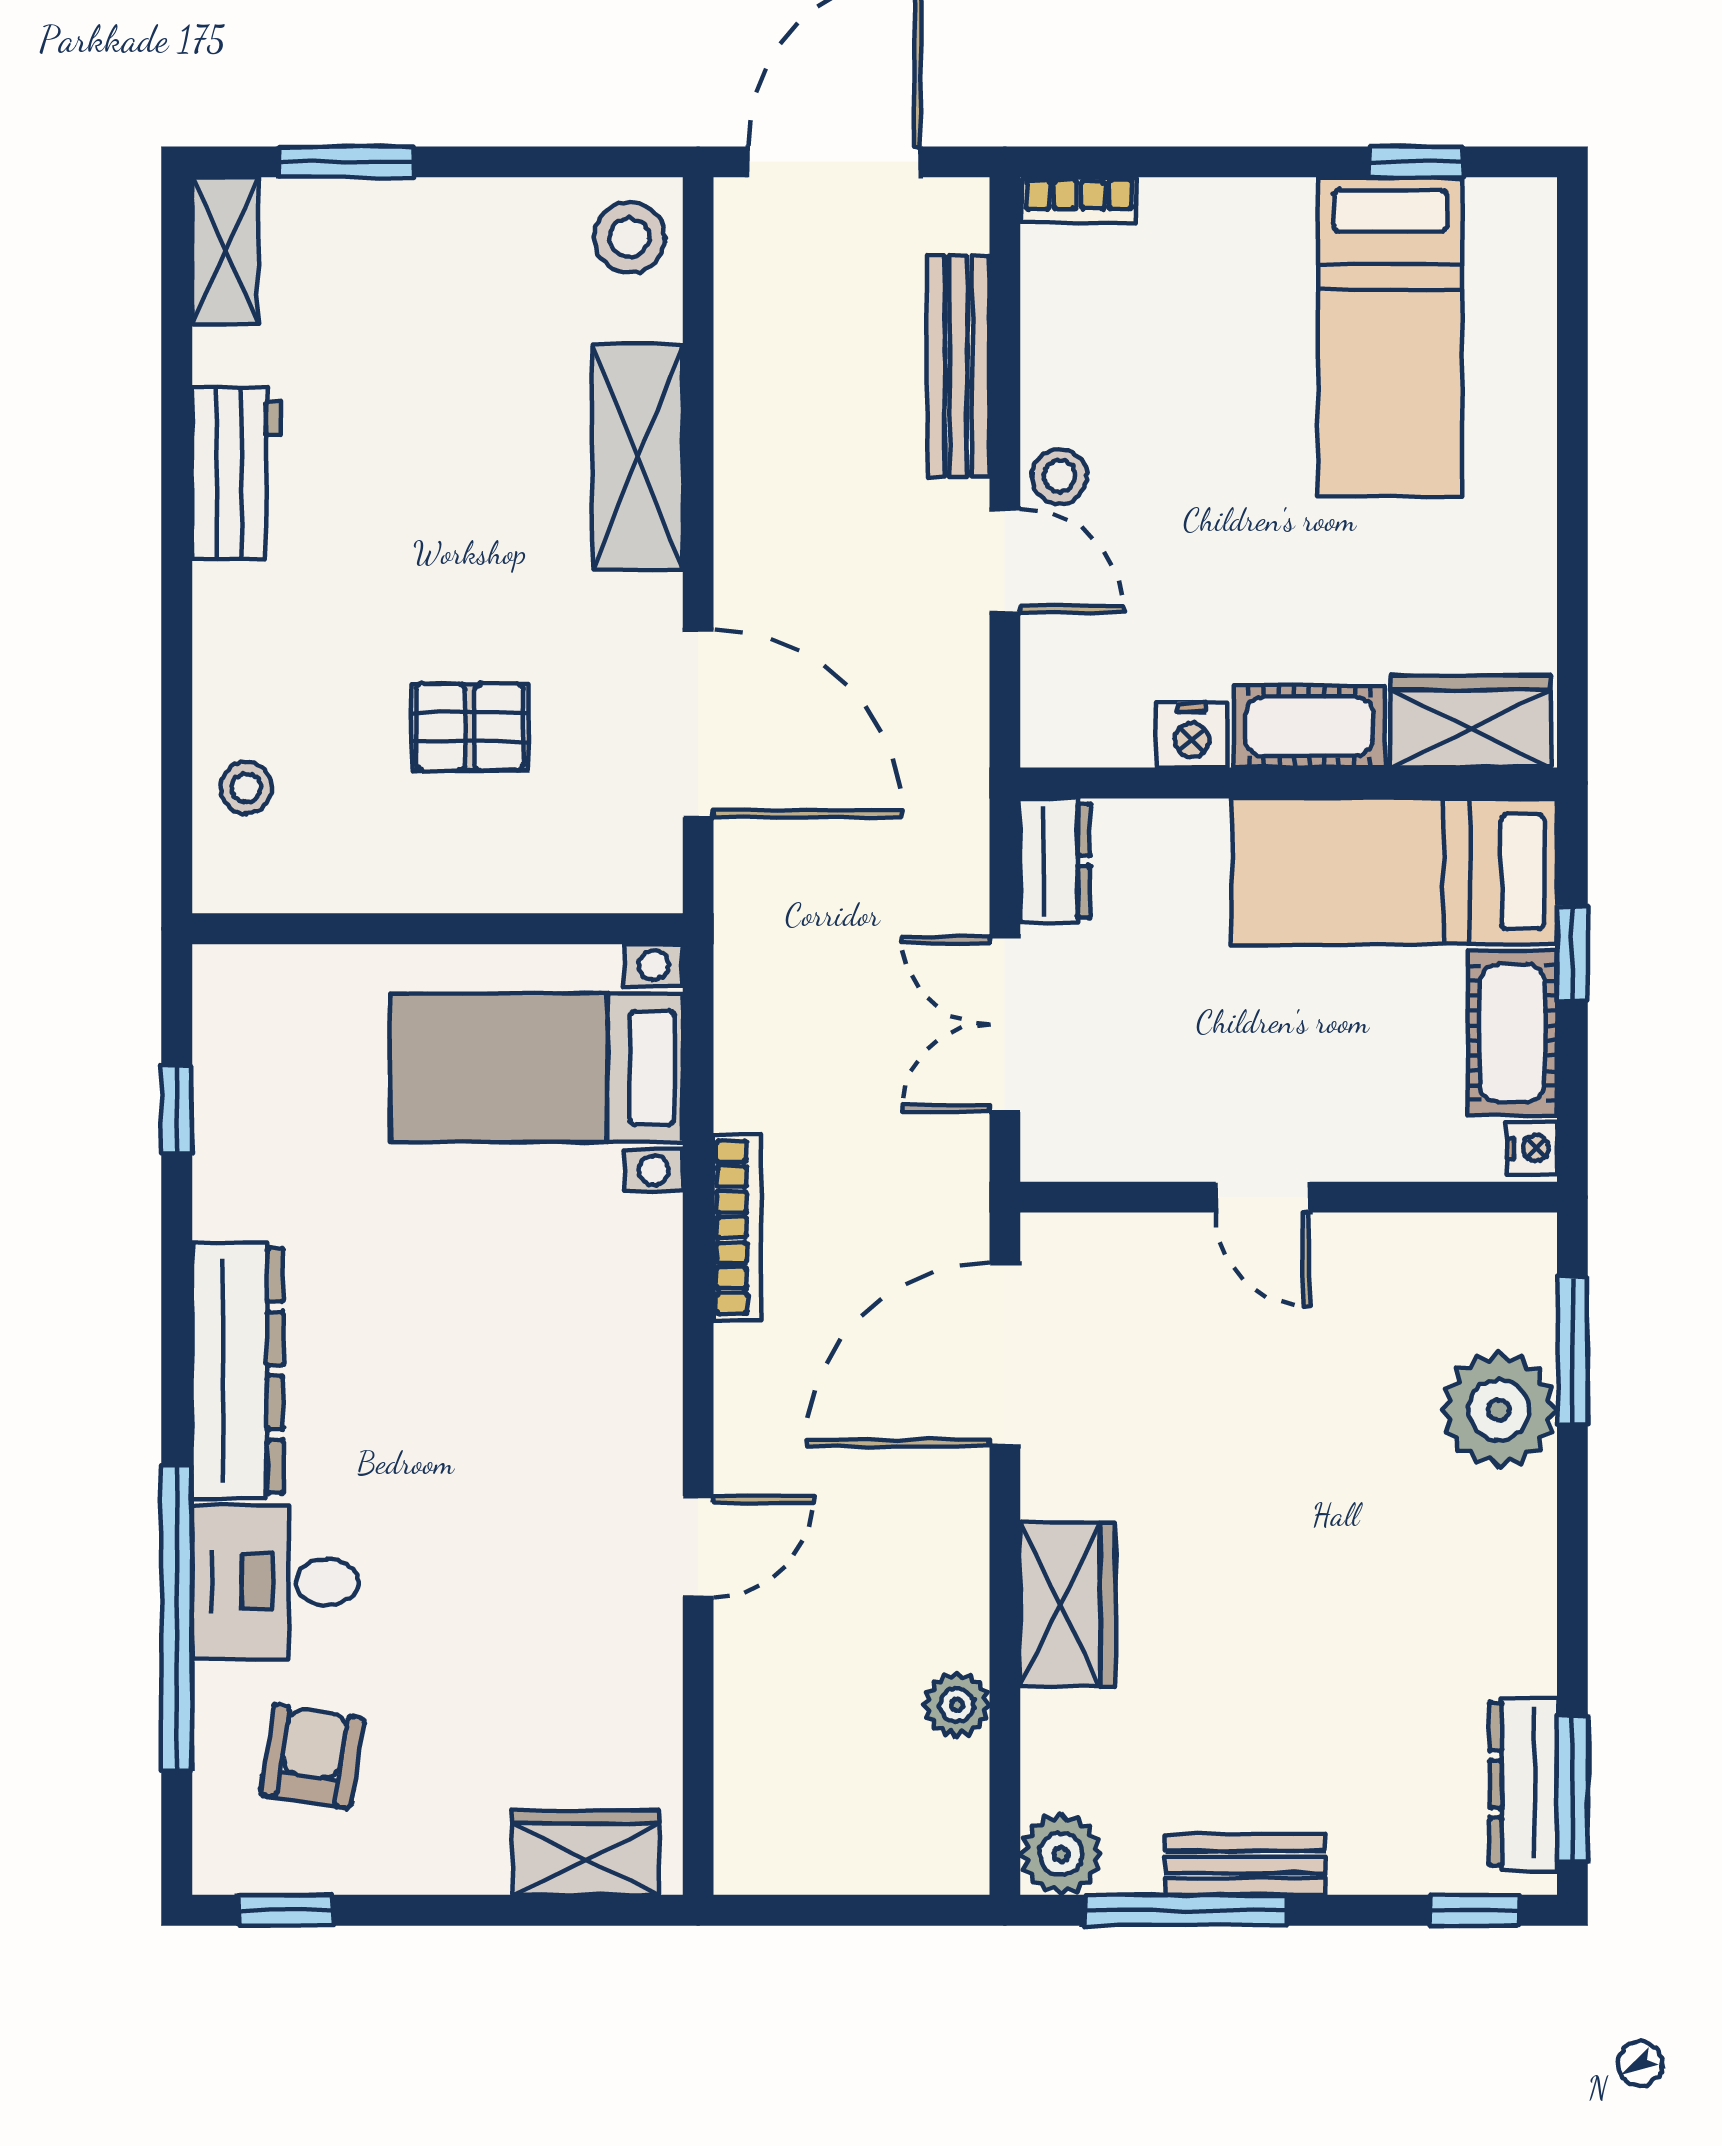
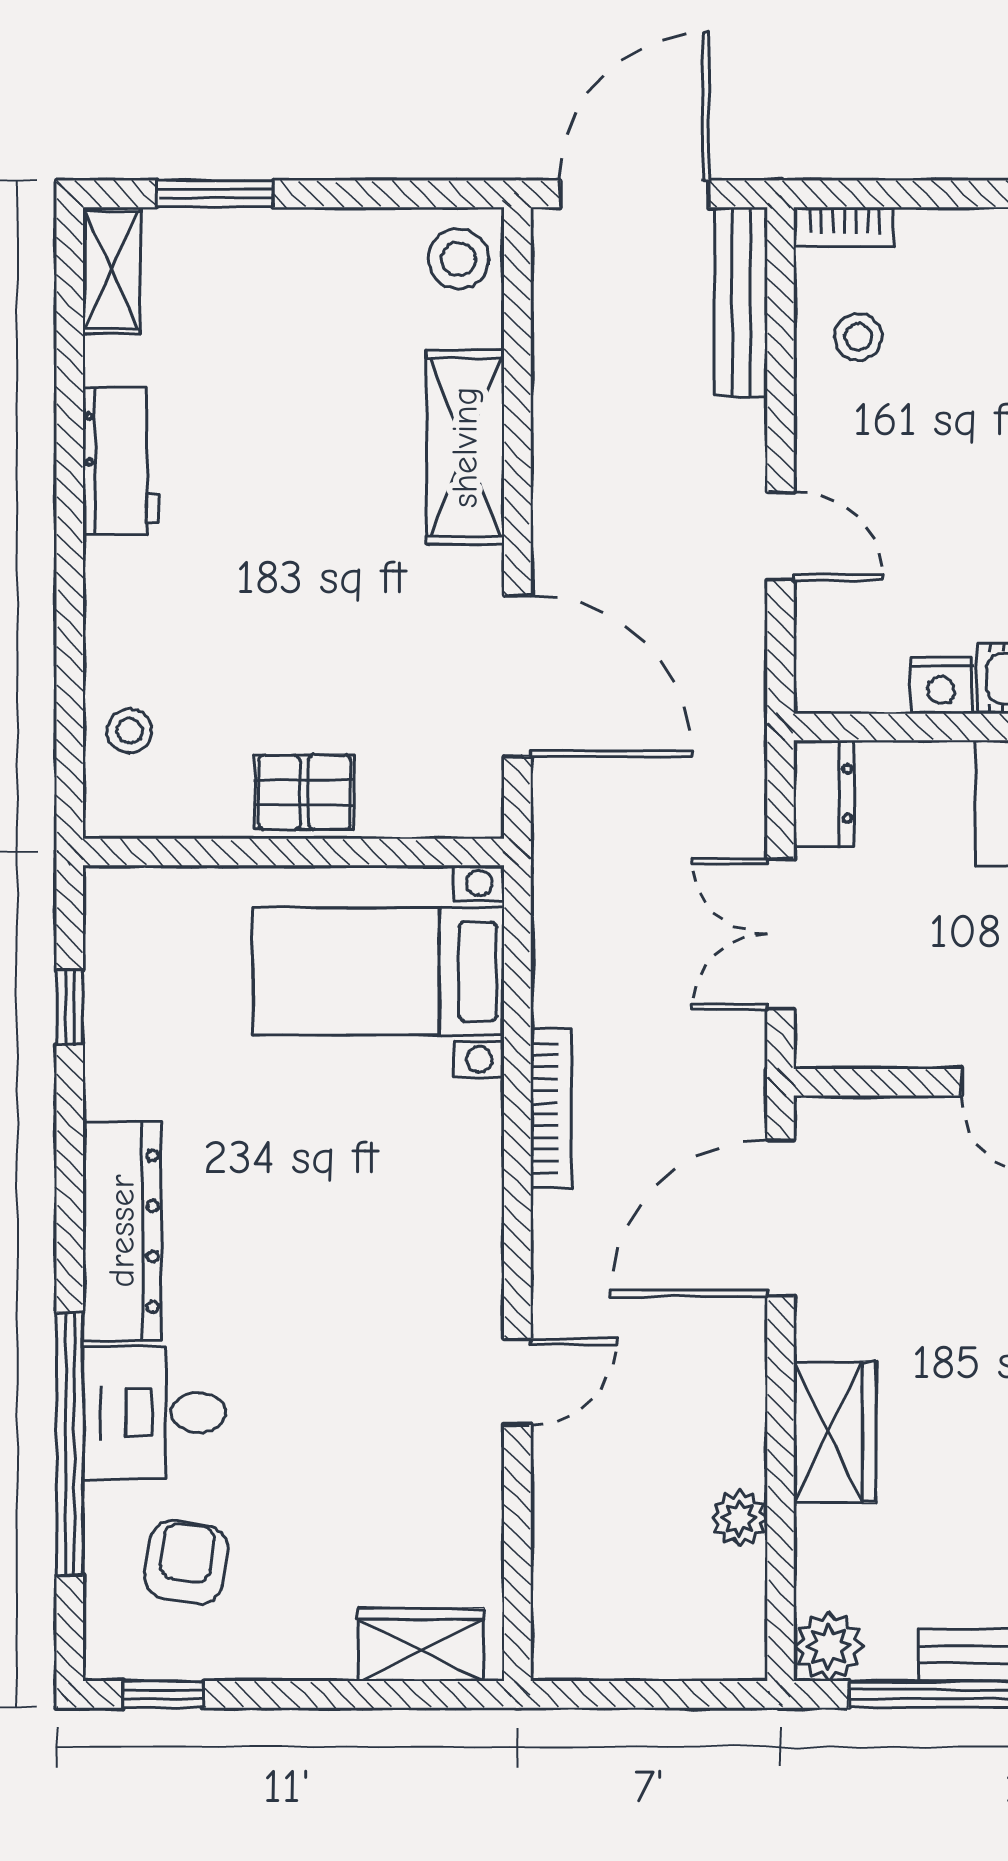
bench: (959, 366) -> (741, 302), moved
stool: (1060, 476) -> (858, 337), moved
pallet: (470, 727) -> (304, 792), moved

